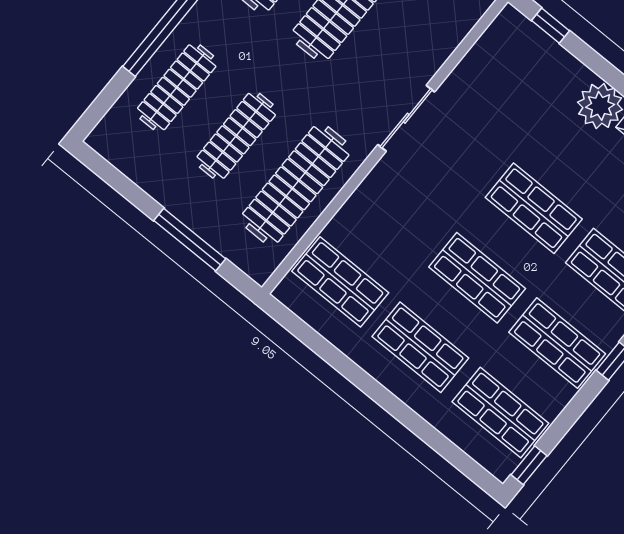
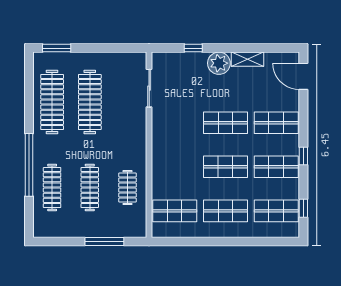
window: (550, 26) -> (193, 48), moved
sliding door: (406, 118) -> (149, 88), moved
clothes rail: (296, 184) -> (127, 188), width x0.54, depth x0.76
window: (529, 465) -> (303, 208), moved

